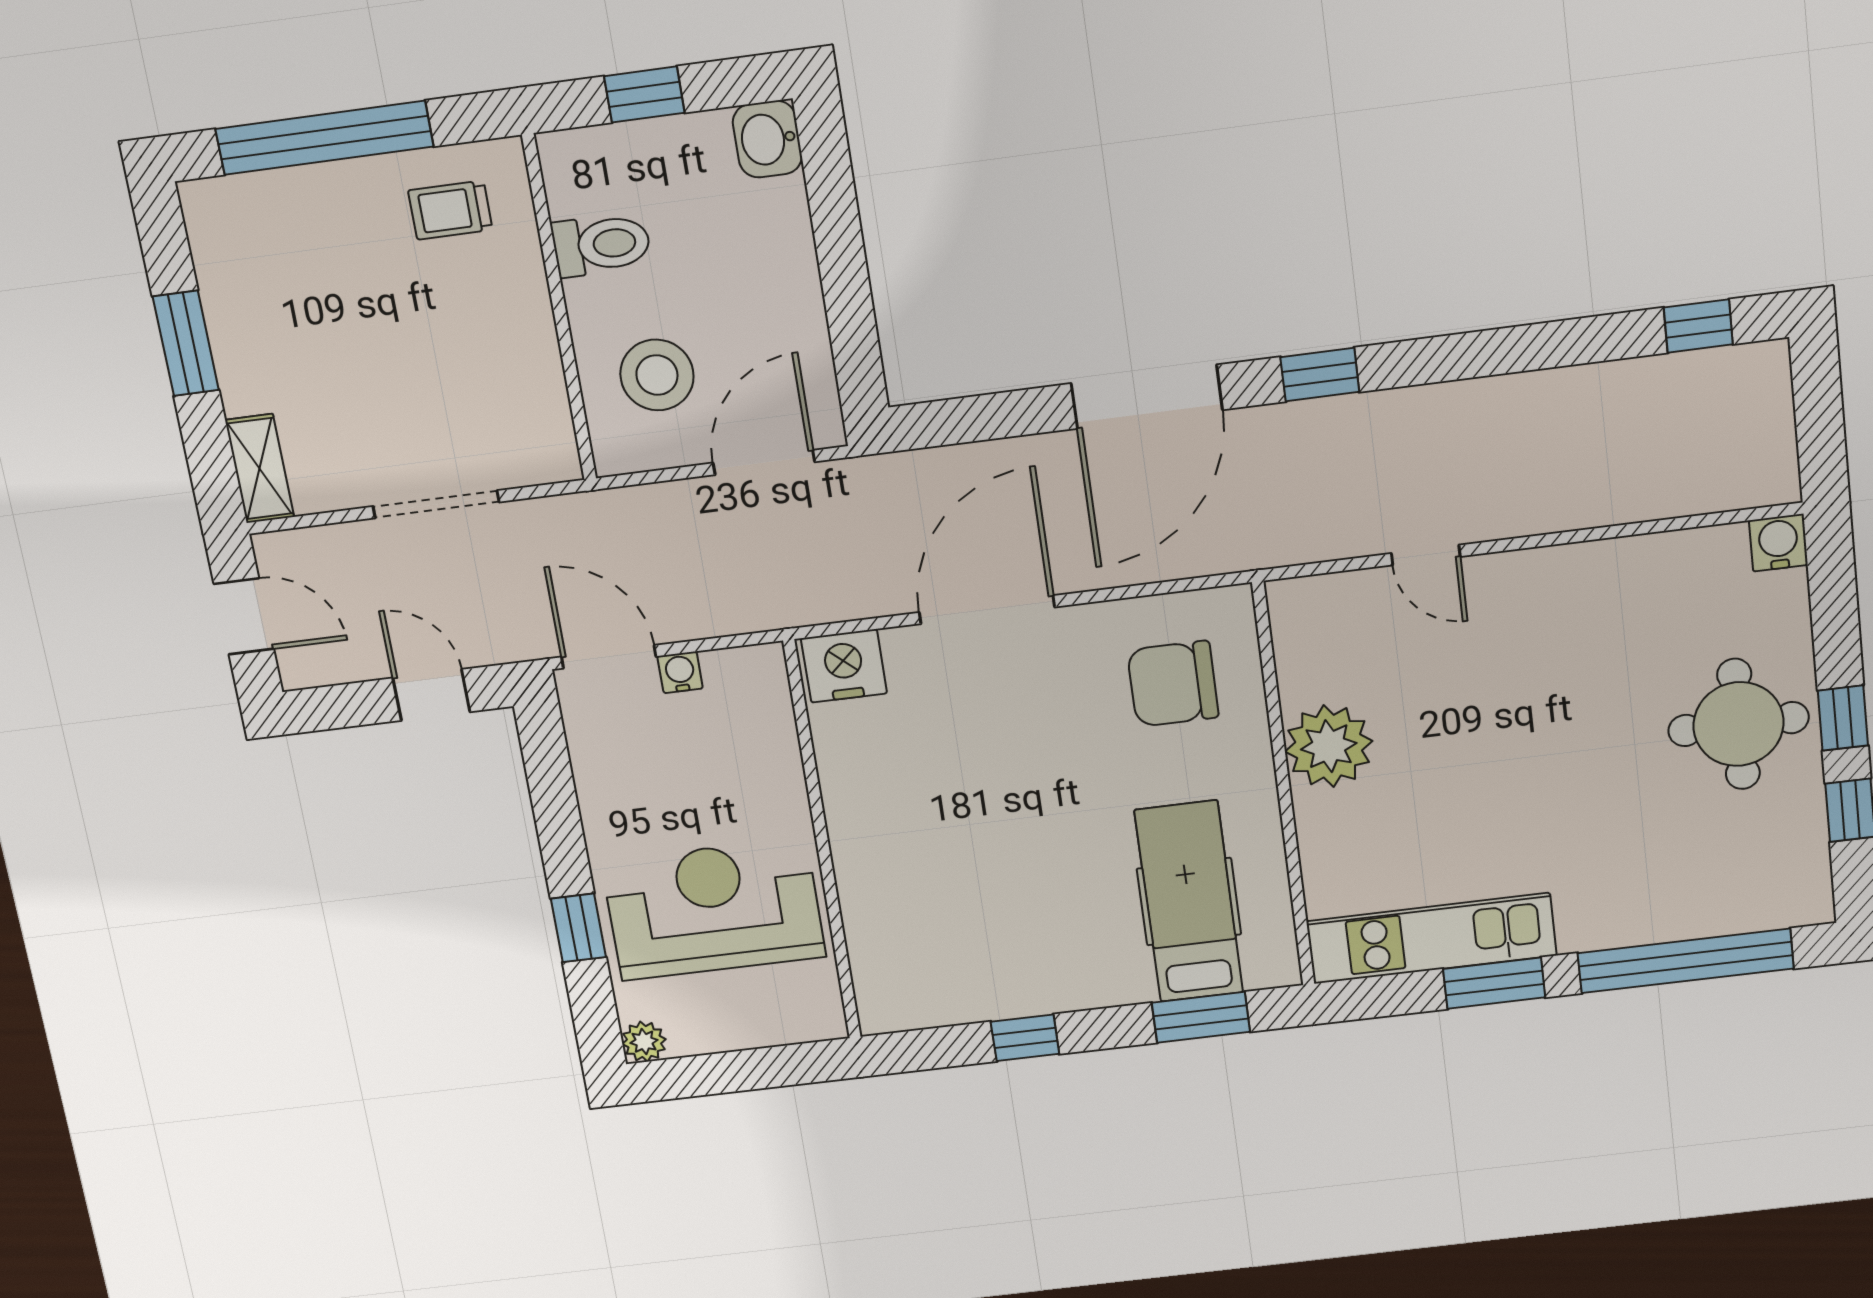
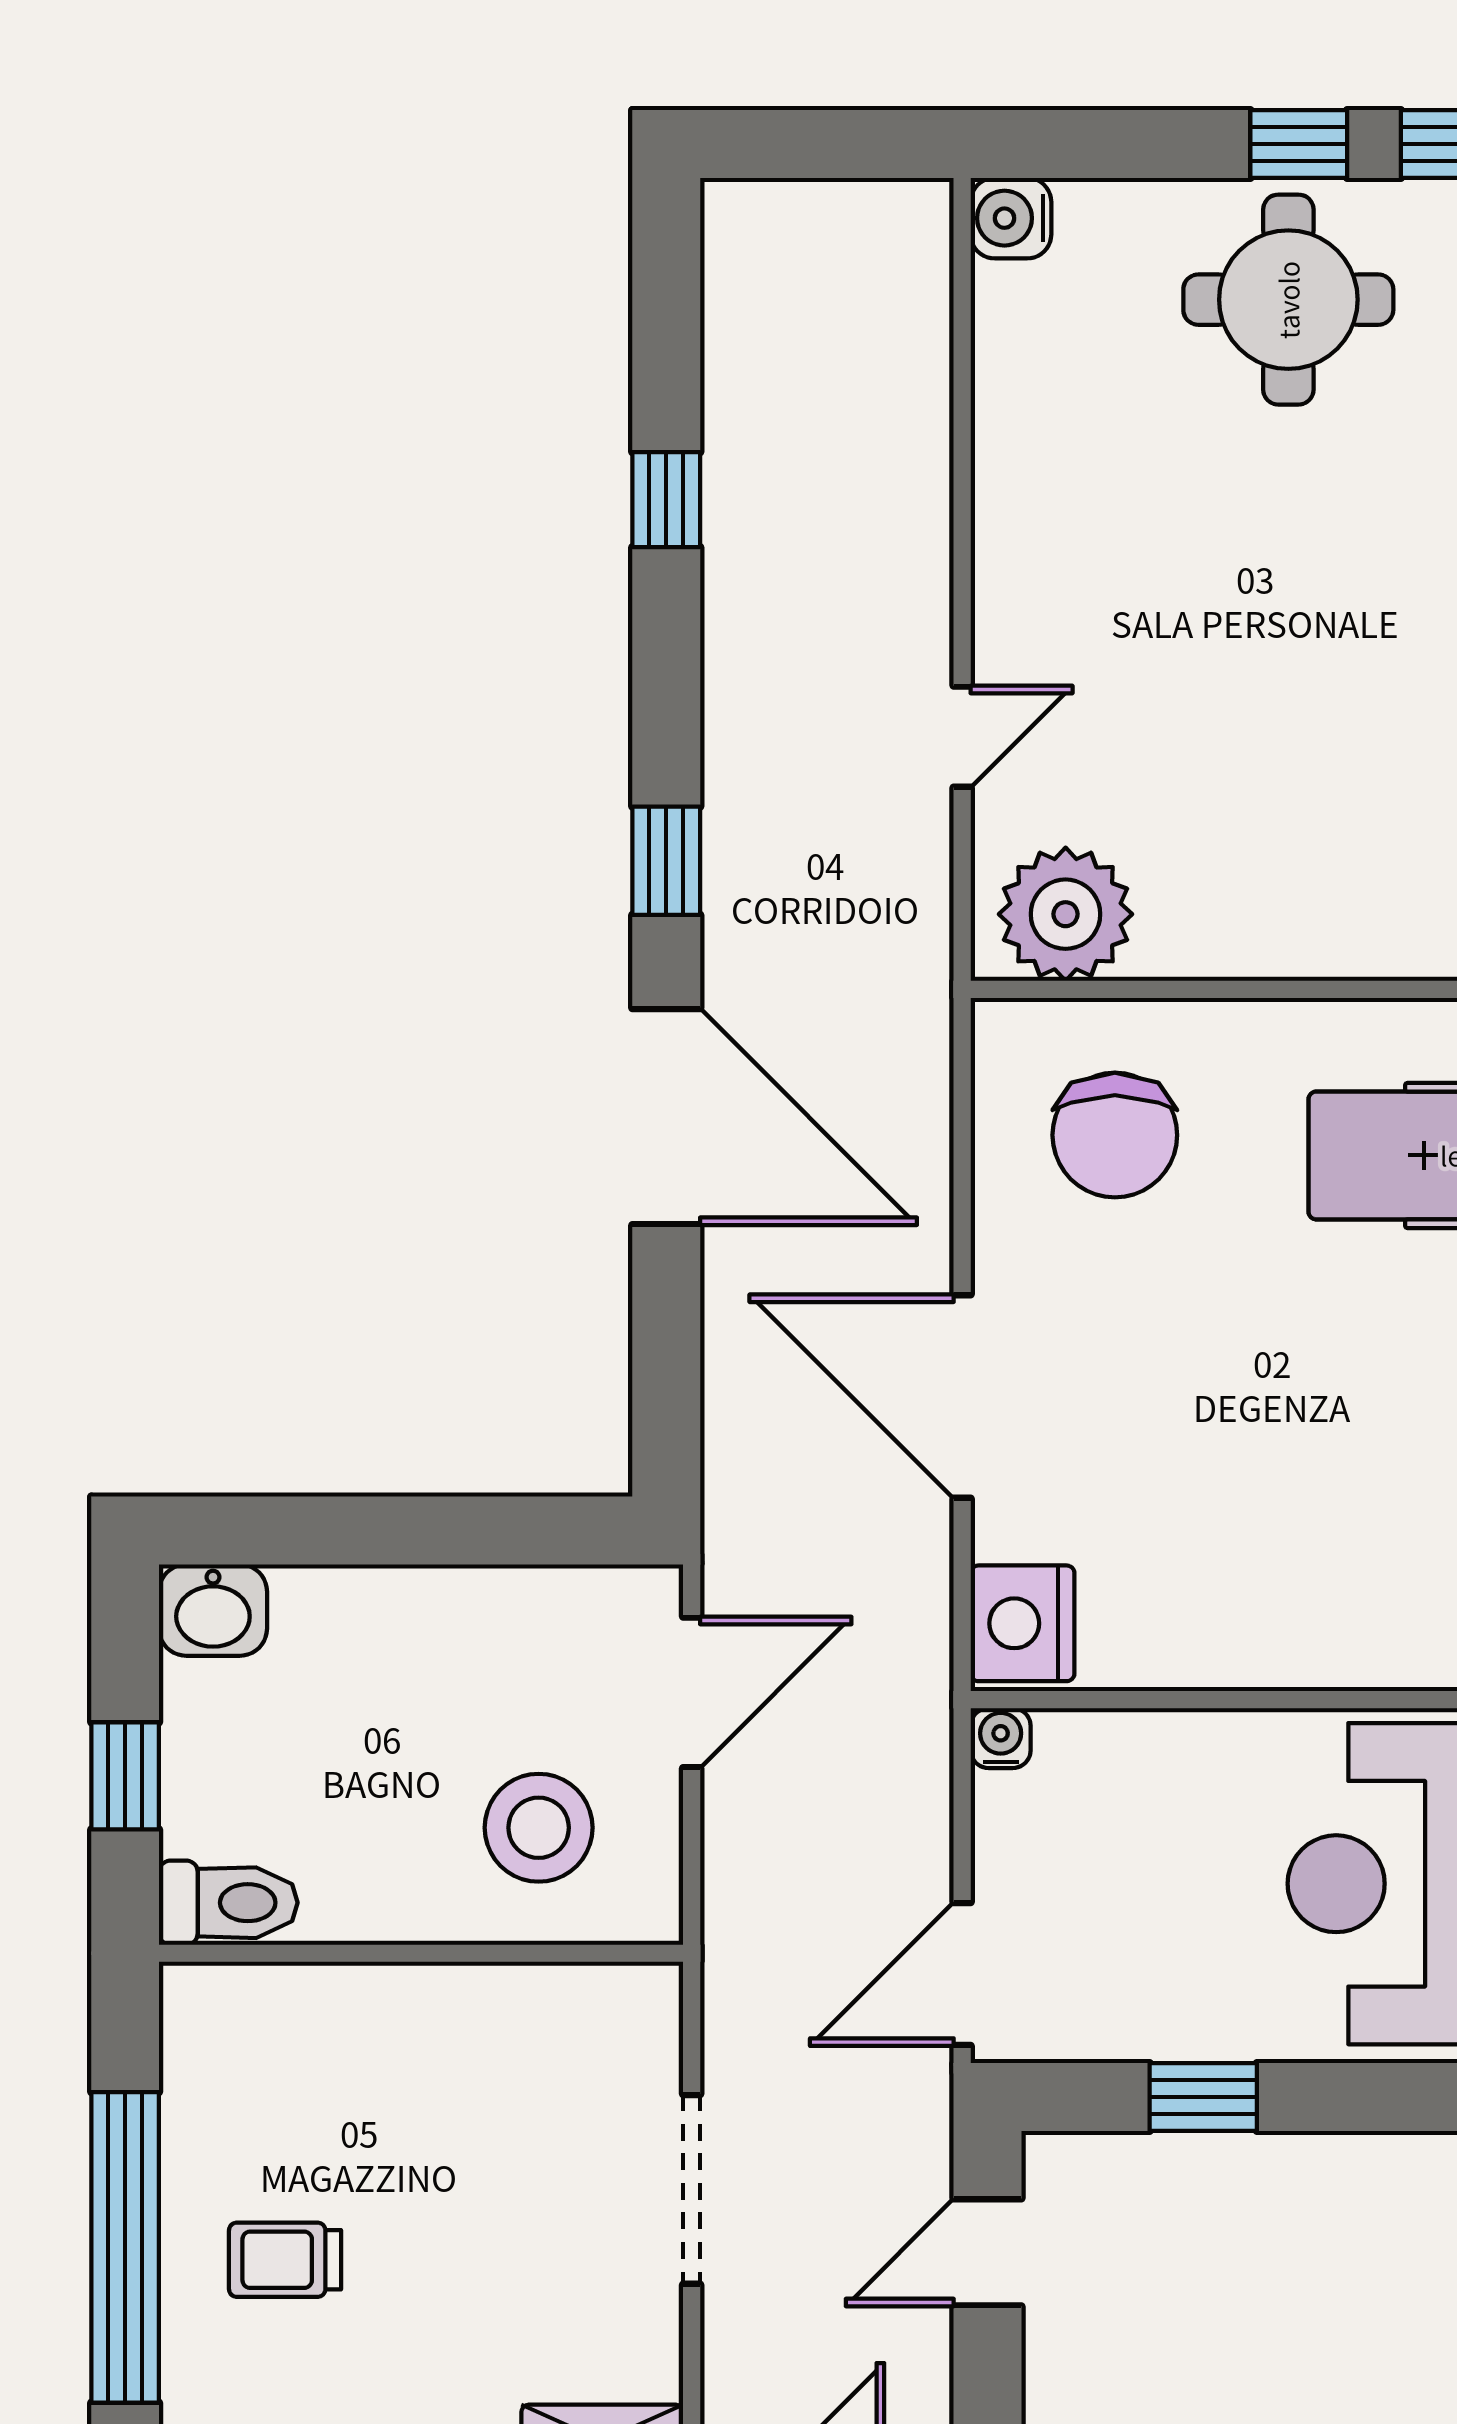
trolley: (450, 210) -> (285, 2260), moved, turned 90
toilet: (601, 245) -> (228, 1903), moved, turned 90
window: (1698, 326) -> (666, 500), moved
door: (764, 462) -> (692, 1692), swing flipped
water cooler: (680, 672) -> (1001, 1738), moved, turned 90
plant: (1329, 746) -> (1066, 914), moved
window: (578, 928) -> (1203, 2097), moved

